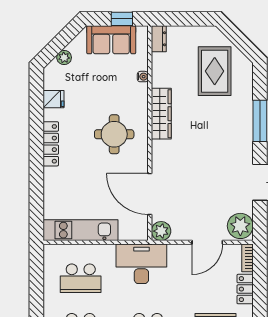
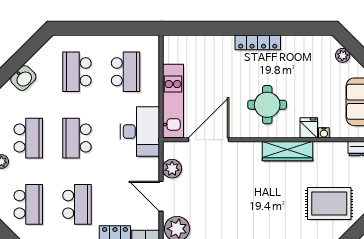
fridge: (54, 99) -> (309, 128), moved, turned 180
kitchen unit: (81, 230) -> (173, 101), moved
plant: (161, 231) -> (172, 169), moved
school desk: (81, 278) -> (126, 72), turned 180

